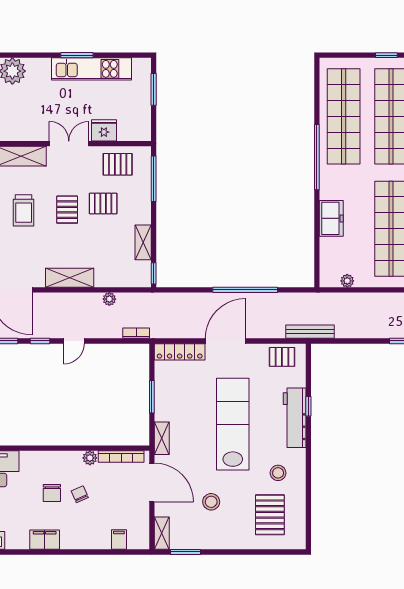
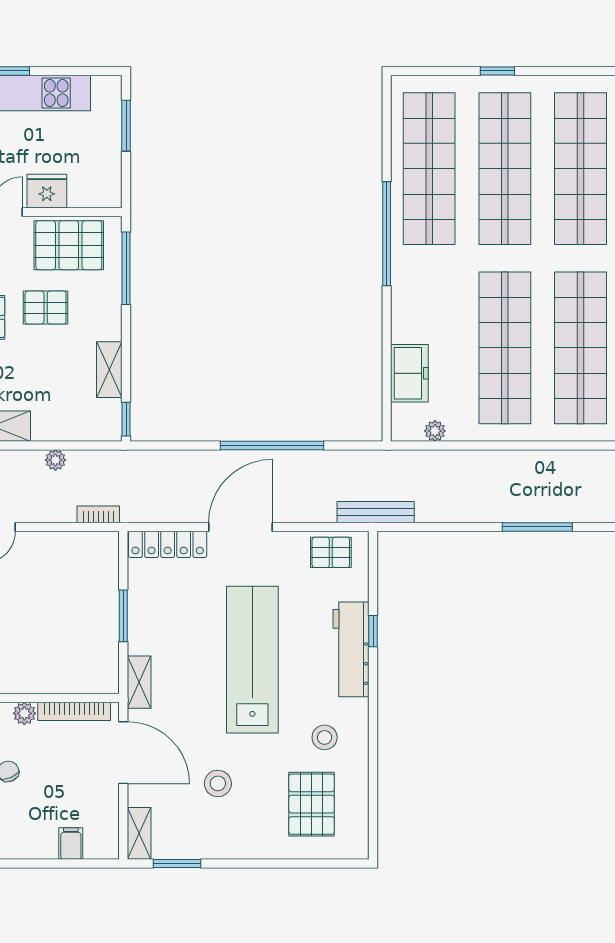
pallet: (118, 164) -> (69, 245), width x1.50, depth x1.42
freezer: (331, 218) -> (409, 373), moved

